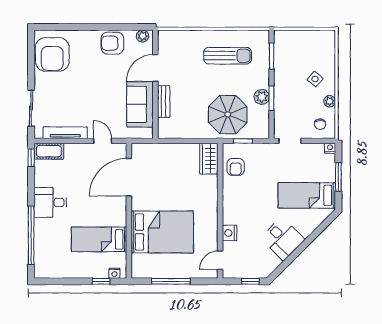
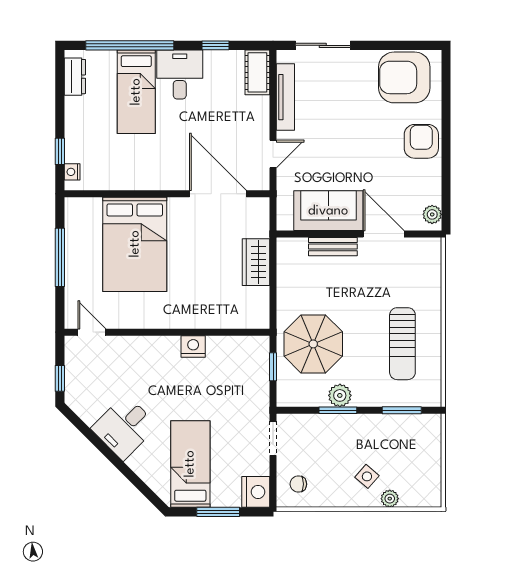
armchair: (112, 43) -> (421, 141), moved
plant: (330, 101) -> (390, 499), moved
nightstand: (330, 148) -> (256, 492), width x1.89, depth x1.79
window: (31, 158) -> (216, 45), moved
wardrobe: (209, 159) -> (256, 262), moved, turned -90
armchair: (236, 167) -> (234, 356), removed
nightstand: (229, 233) -> (193, 347), moved
bed: (99, 239) -> (136, 92), moved, turned 180
dresser: (52, 271) -> (75, 77), added

